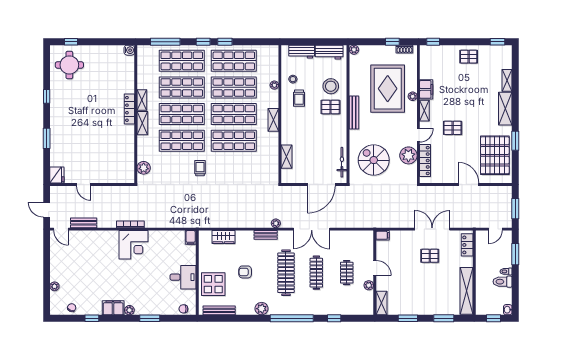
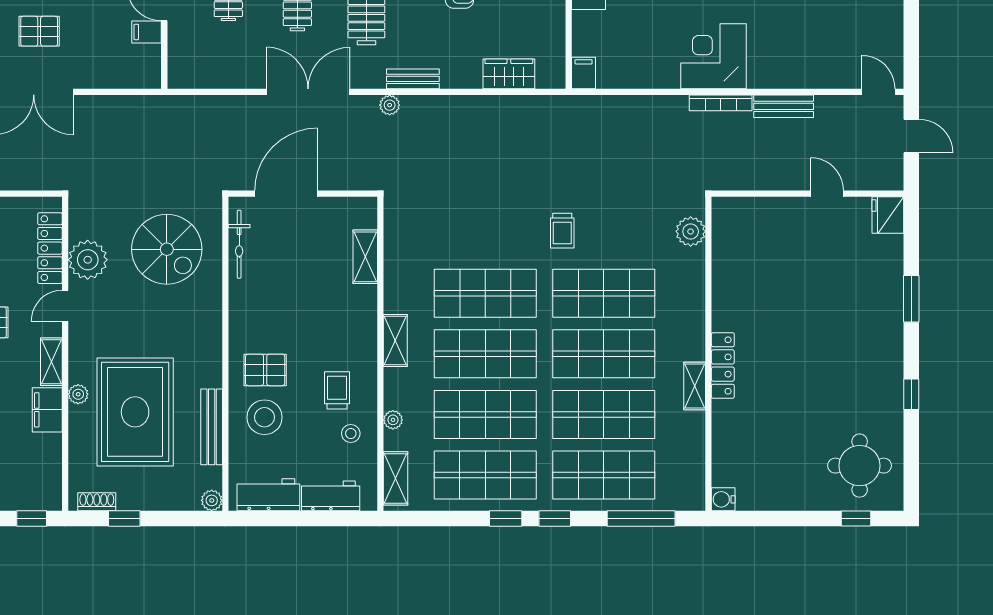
bench: (354, 113) -> (212, 427), moved
shelving: (142, 123) -> (396, 478), moved
bench: (84, 223) -> (784, 106), moved
filing cabinet: (383, 235) -> (147, 32), moved

